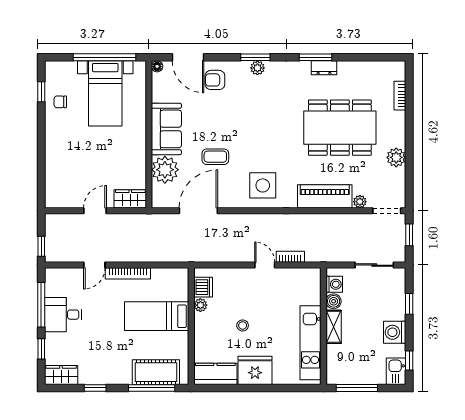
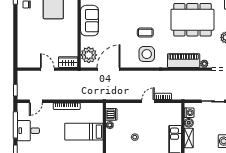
coffee table: (215, 157) -> (145, 32), moved
plant: (165, 170) -> (89, 55), moved
door: (95, 211) -> (47, 69), hinge flipped
door: (94, 265) -> (36, 101), moved
door: (265, 265) -> (148, 101), hinge flipped

